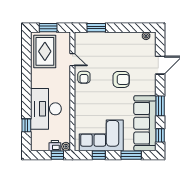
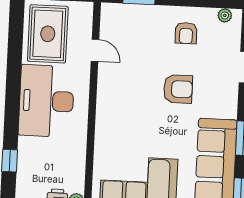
armchair: (84, 77) -> (186, 33), moved
desk: (46, 109) -> (46, 101), moved

